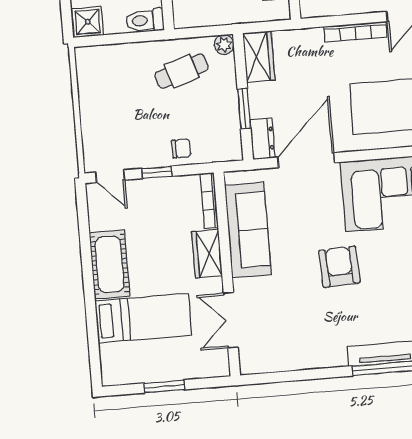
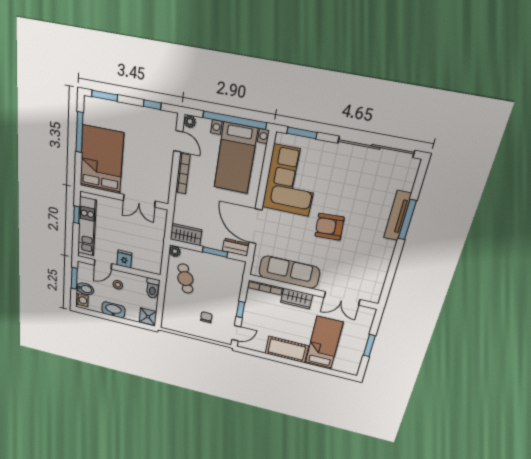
chair: (181, 148) -> (206, 317), moved

